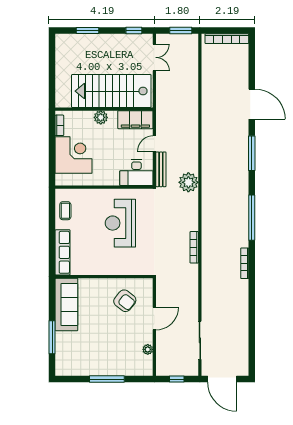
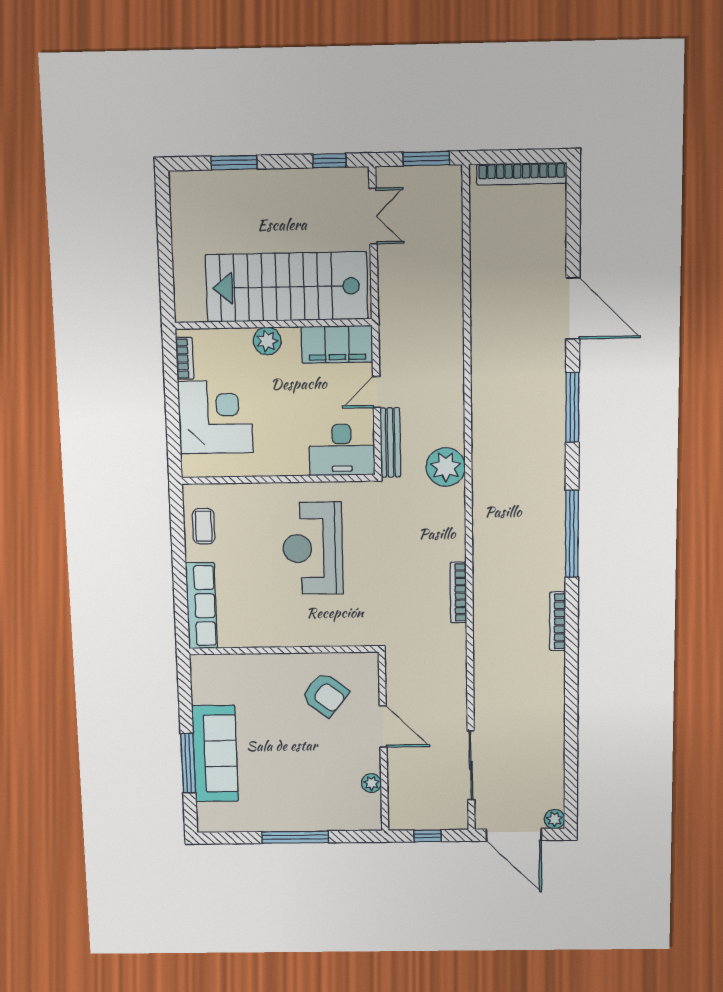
sofa: (66, 305) -> (215, 754), moved
door: (154, 318) -> (383, 726), hinge flipped
plant: (243, 371) -> (554, 819), added

